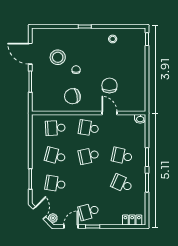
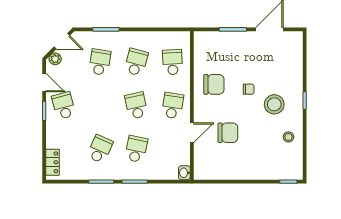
stool: (58, 57) -> (274, 104), moved
chair: (72, 96) -> (214, 84), turned 102

